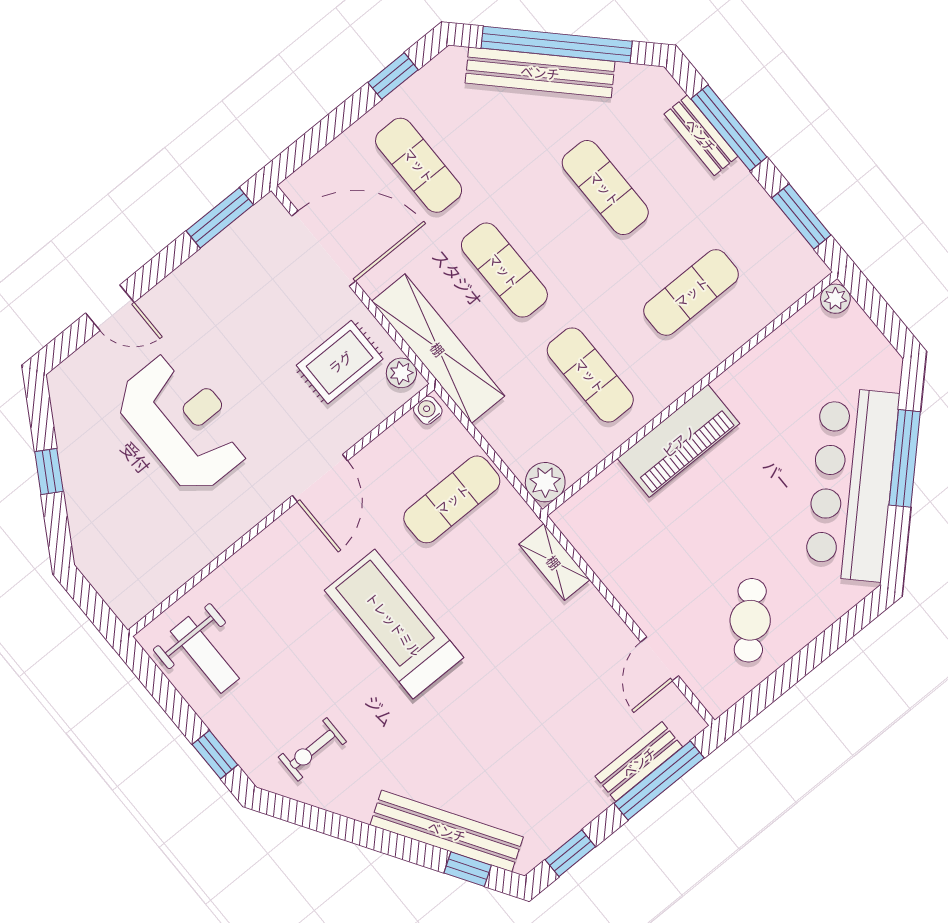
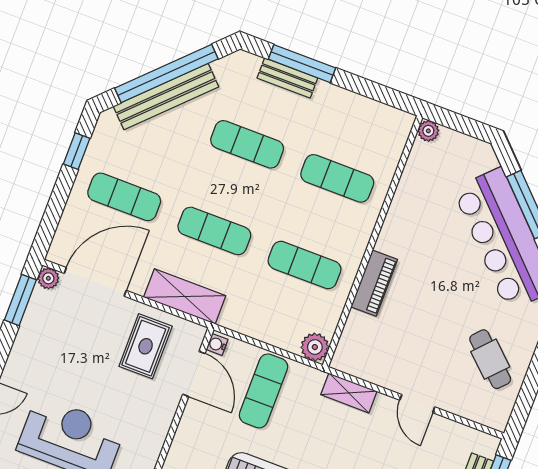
window: (801, 216) -> (378, 92), removed
exercise mat: (691, 292) -> (337, 178), turned 90
shelving: (438, 349) -> (185, 296), width x0.68
plant: (401, 373) -> (48, 278), moved
piano: (679, 441) -> (374, 283), width x0.73, depth x0.75
door: (320, 478) -> (194, 374), moved
door: (660, 659) -> (417, 404), moved

